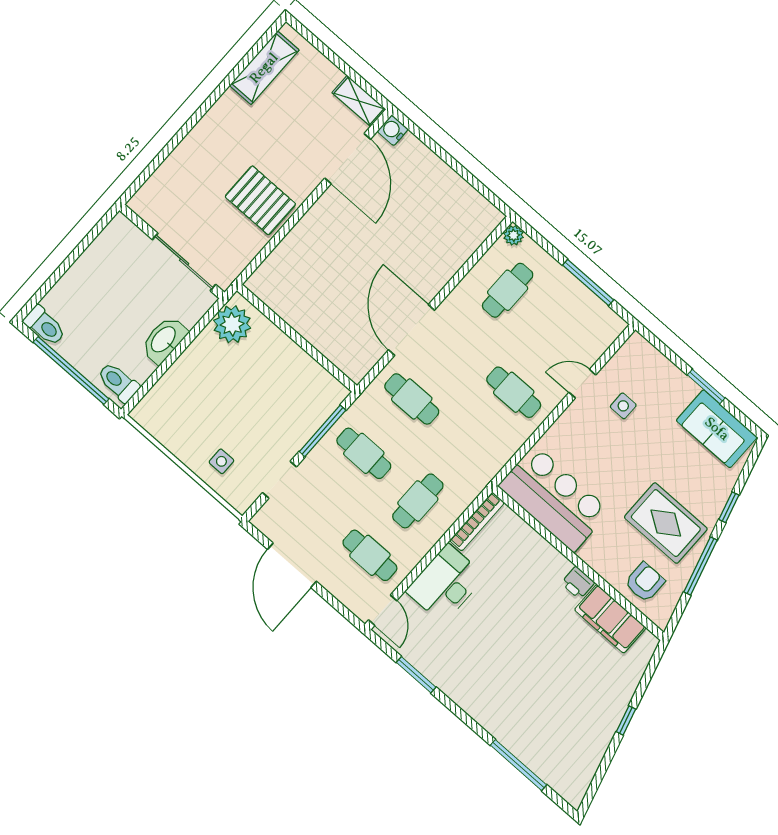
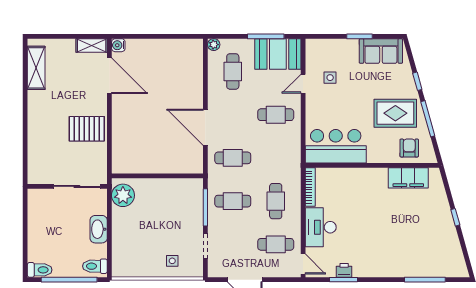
booth: (584, 318) -> (278, 54), added
printer: (578, 583) -> (344, 270), moved, turned 180

